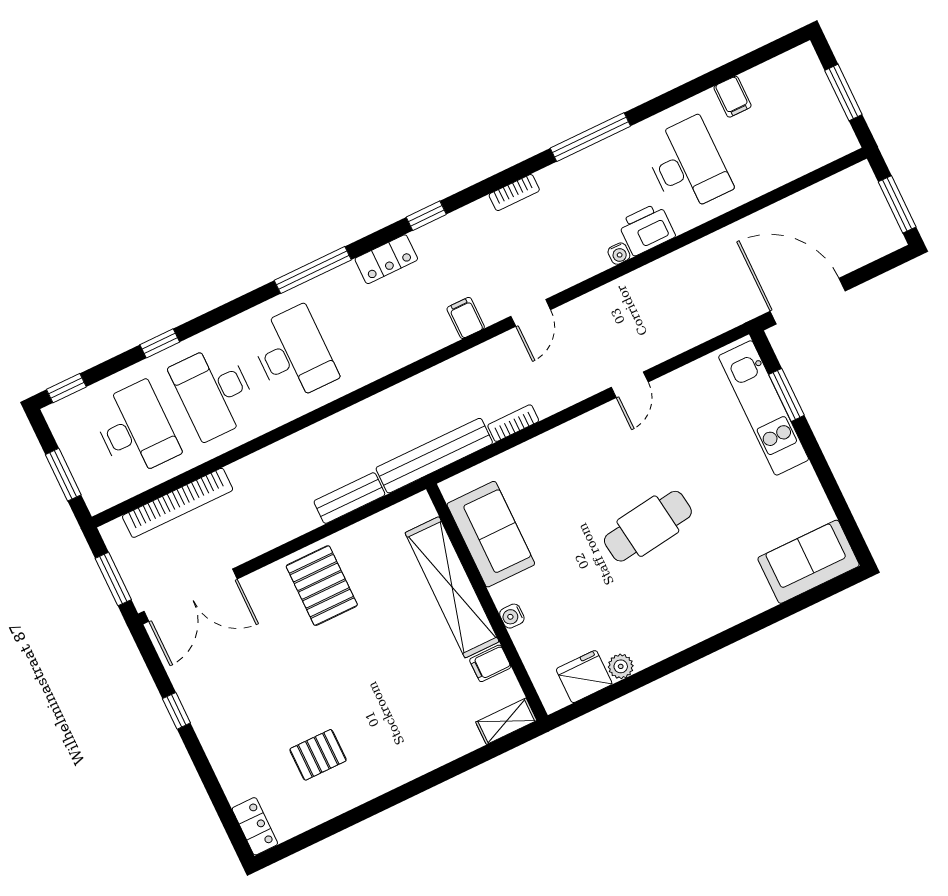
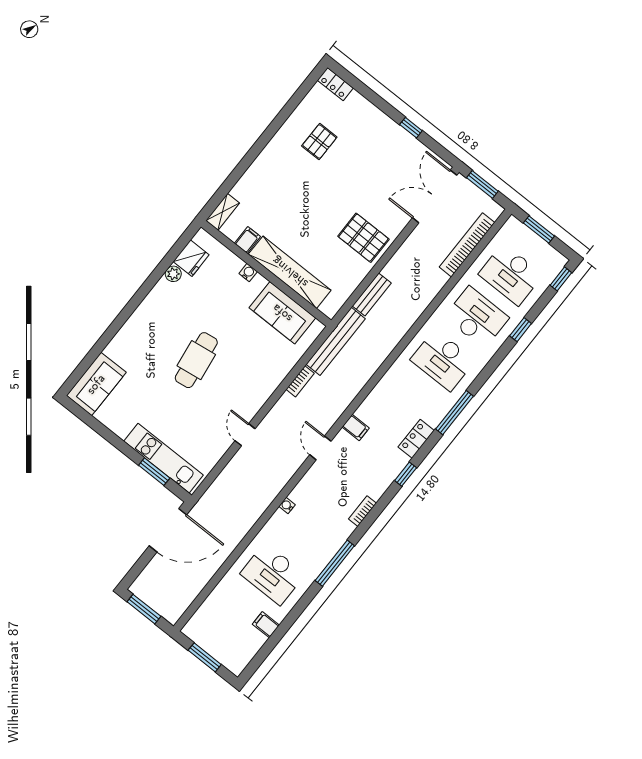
printer: (647, 229) -> (278, 527), removed

